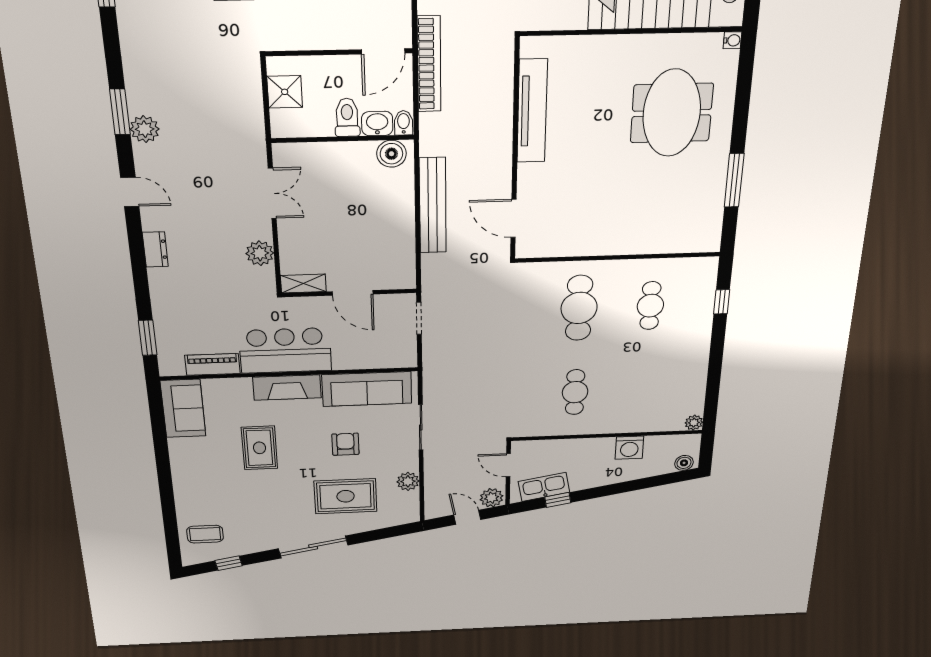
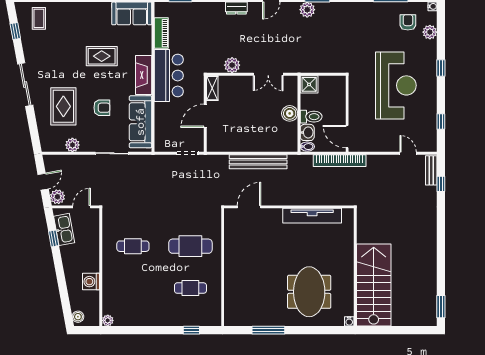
shower: (285, 92) -> (309, 84), moved
meeting table: (672, 113) -> (309, 292), turned 90
boiler: (391, 154) -> (290, 113), moved

